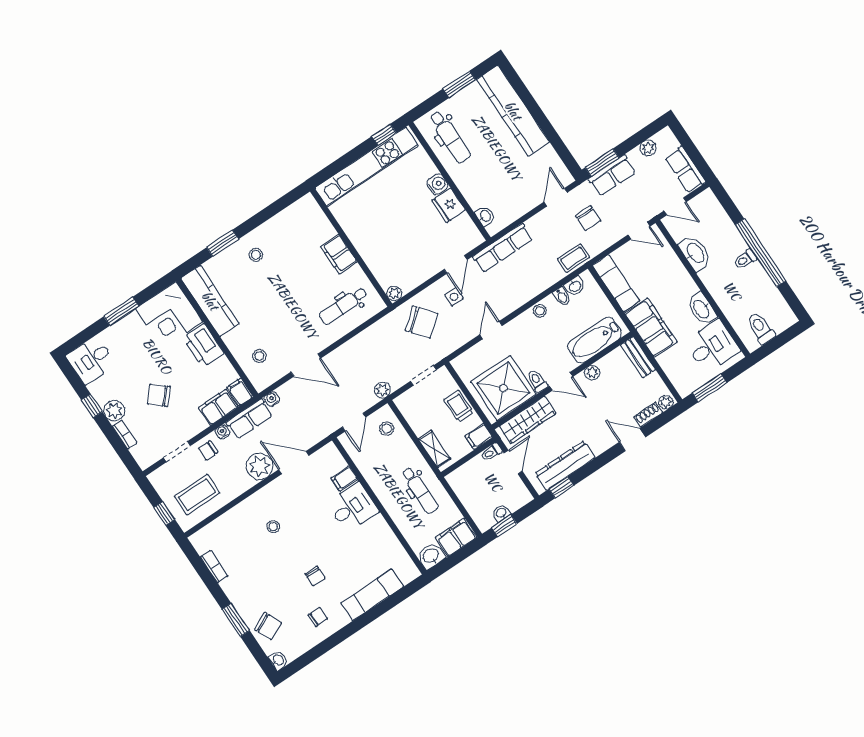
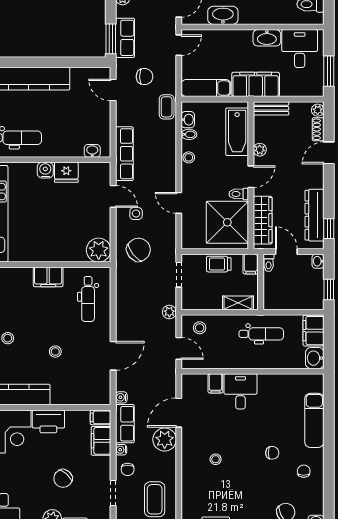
plant: (394, 294) -> (99, 250), width x1.88, depth x1.88
stool: (259, 356) -> (55, 352), moved
washbasin: (501, 513) -> (318, 261), moved

